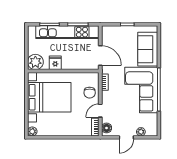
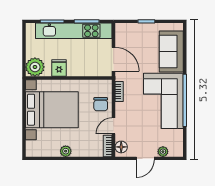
plant: (32, 131) -> (66, 151), moved

